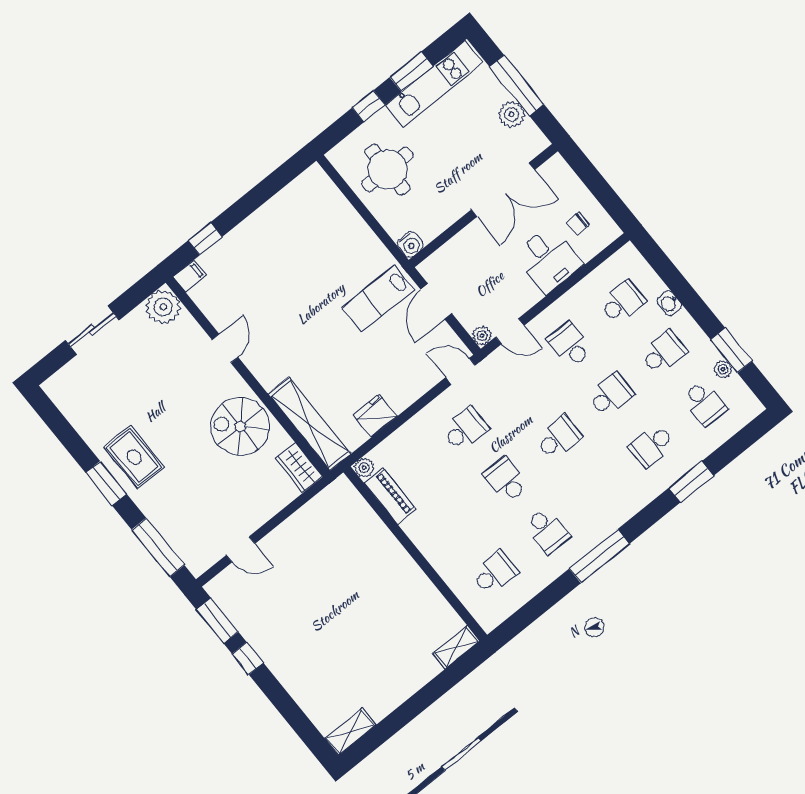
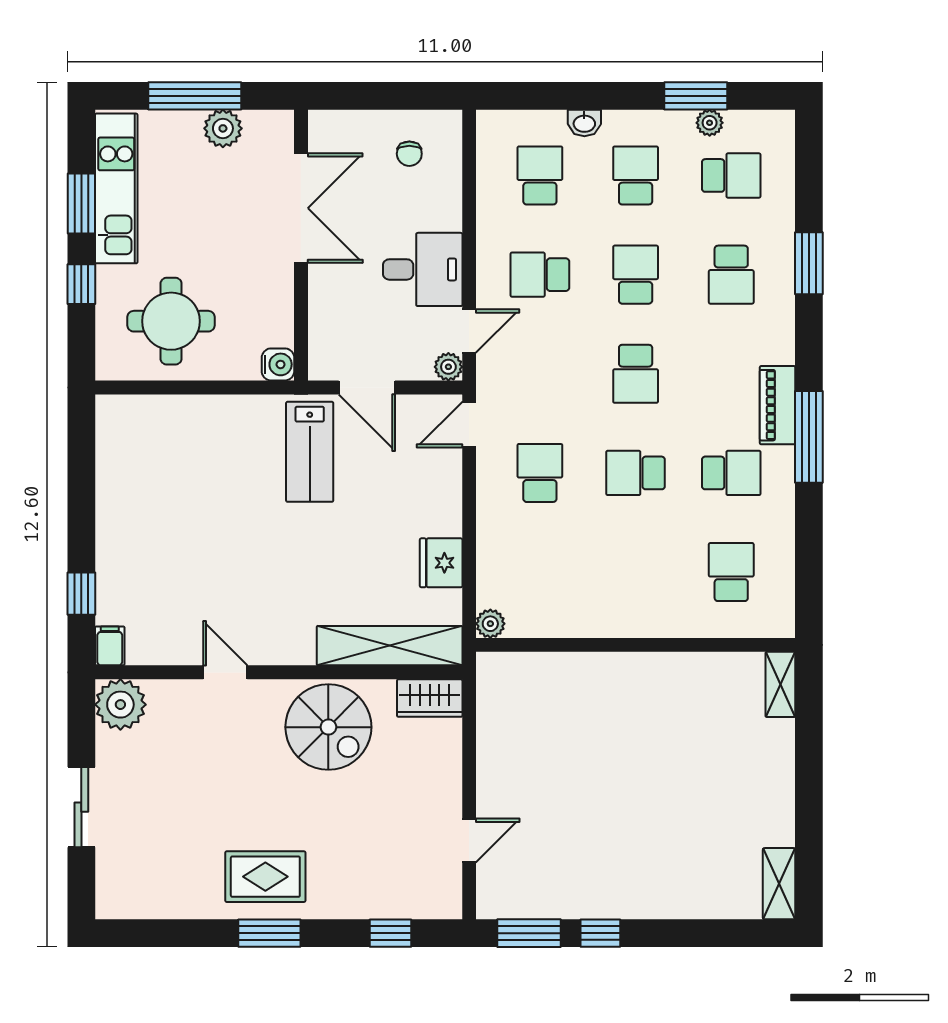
desk: (548, 259) -> (423, 269), moved
spiral stairs: (240, 426) -> (328, 727), turned -90
school desk: (559, 438) -> (636, 374), turned 180
piano: (390, 496) -> (778, 405), moved, turned -90
window: (158, 547) -> (390, 933), width x0.46

